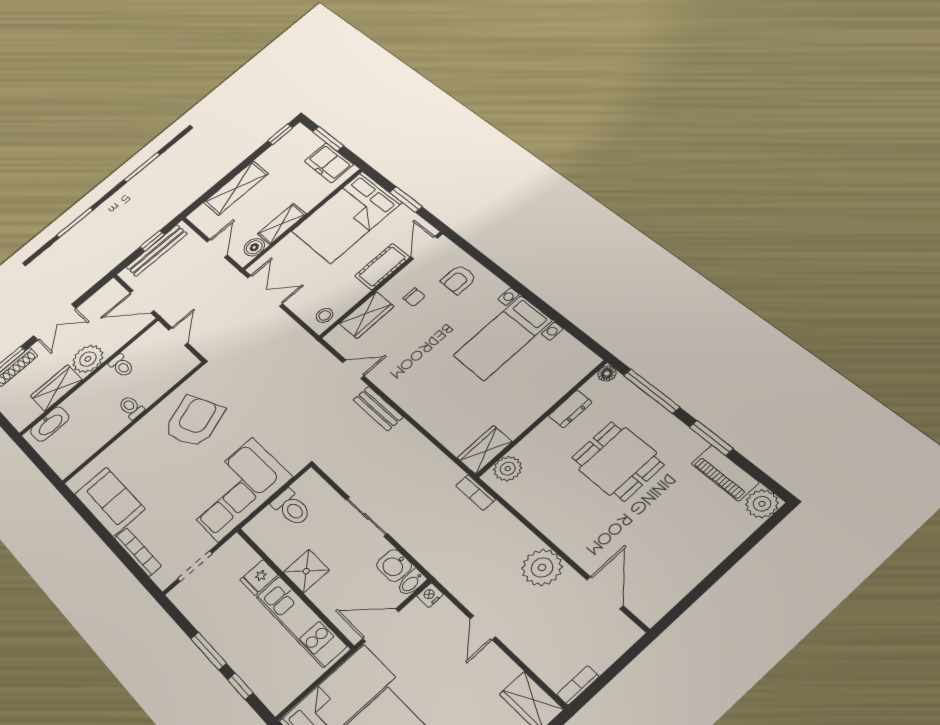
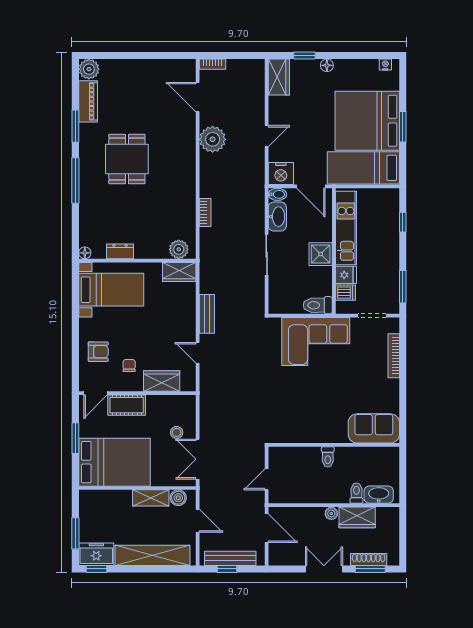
freezer: (329, 163) -> (96, 554), moved, turned -90
shelving: (236, 188) -> (152, 555), width x1.47
door: (217, 248) -> (198, 521), swing flipped
stool: (325, 315) -> (177, 432), moved
plant: (88, 359) -> (331, 513), width x0.53, depth x0.53
toilet: (121, 366) -> (356, 493), moved
floor lamp: (607, 373) -> (85, 253), moved
dresser: (570, 409) -> (120, 251), moved
wall: (542, 418) -> (137, 261), moved
armchair: (194, 421) -> (303, 410), removed
wardrobe: (485, 450) -> (179, 272), moved
plant: (508, 469) -> (179, 249), moved
sofa: (110, 502) -> (374, 428), moved, turned 90
toilet: (291, 508) -> (318, 305), moved, turned -90
dishwasher: (244, 561) -> (345, 293), added
washbasin: (394, 565) -> (277, 217), width x1.38
door: (605, 593) -> (198, 97), hinge flipped
nightstand: (430, 595) -> (281, 174), width x1.89, depth x1.79
window: (209, 651) -> (403, 287), moved
bookcase: (578, 685) -> (213, 64), moved

